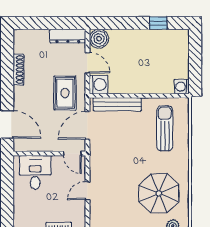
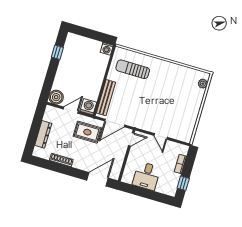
dresser: (68, 36) -> (43, 134), moved
door: (87, 126) -> (115, 123), hinge flipped
desk: (35, 172) -> (147, 176), moved, turned -90
parasol: (159, 193) -> (177, 87), removed

